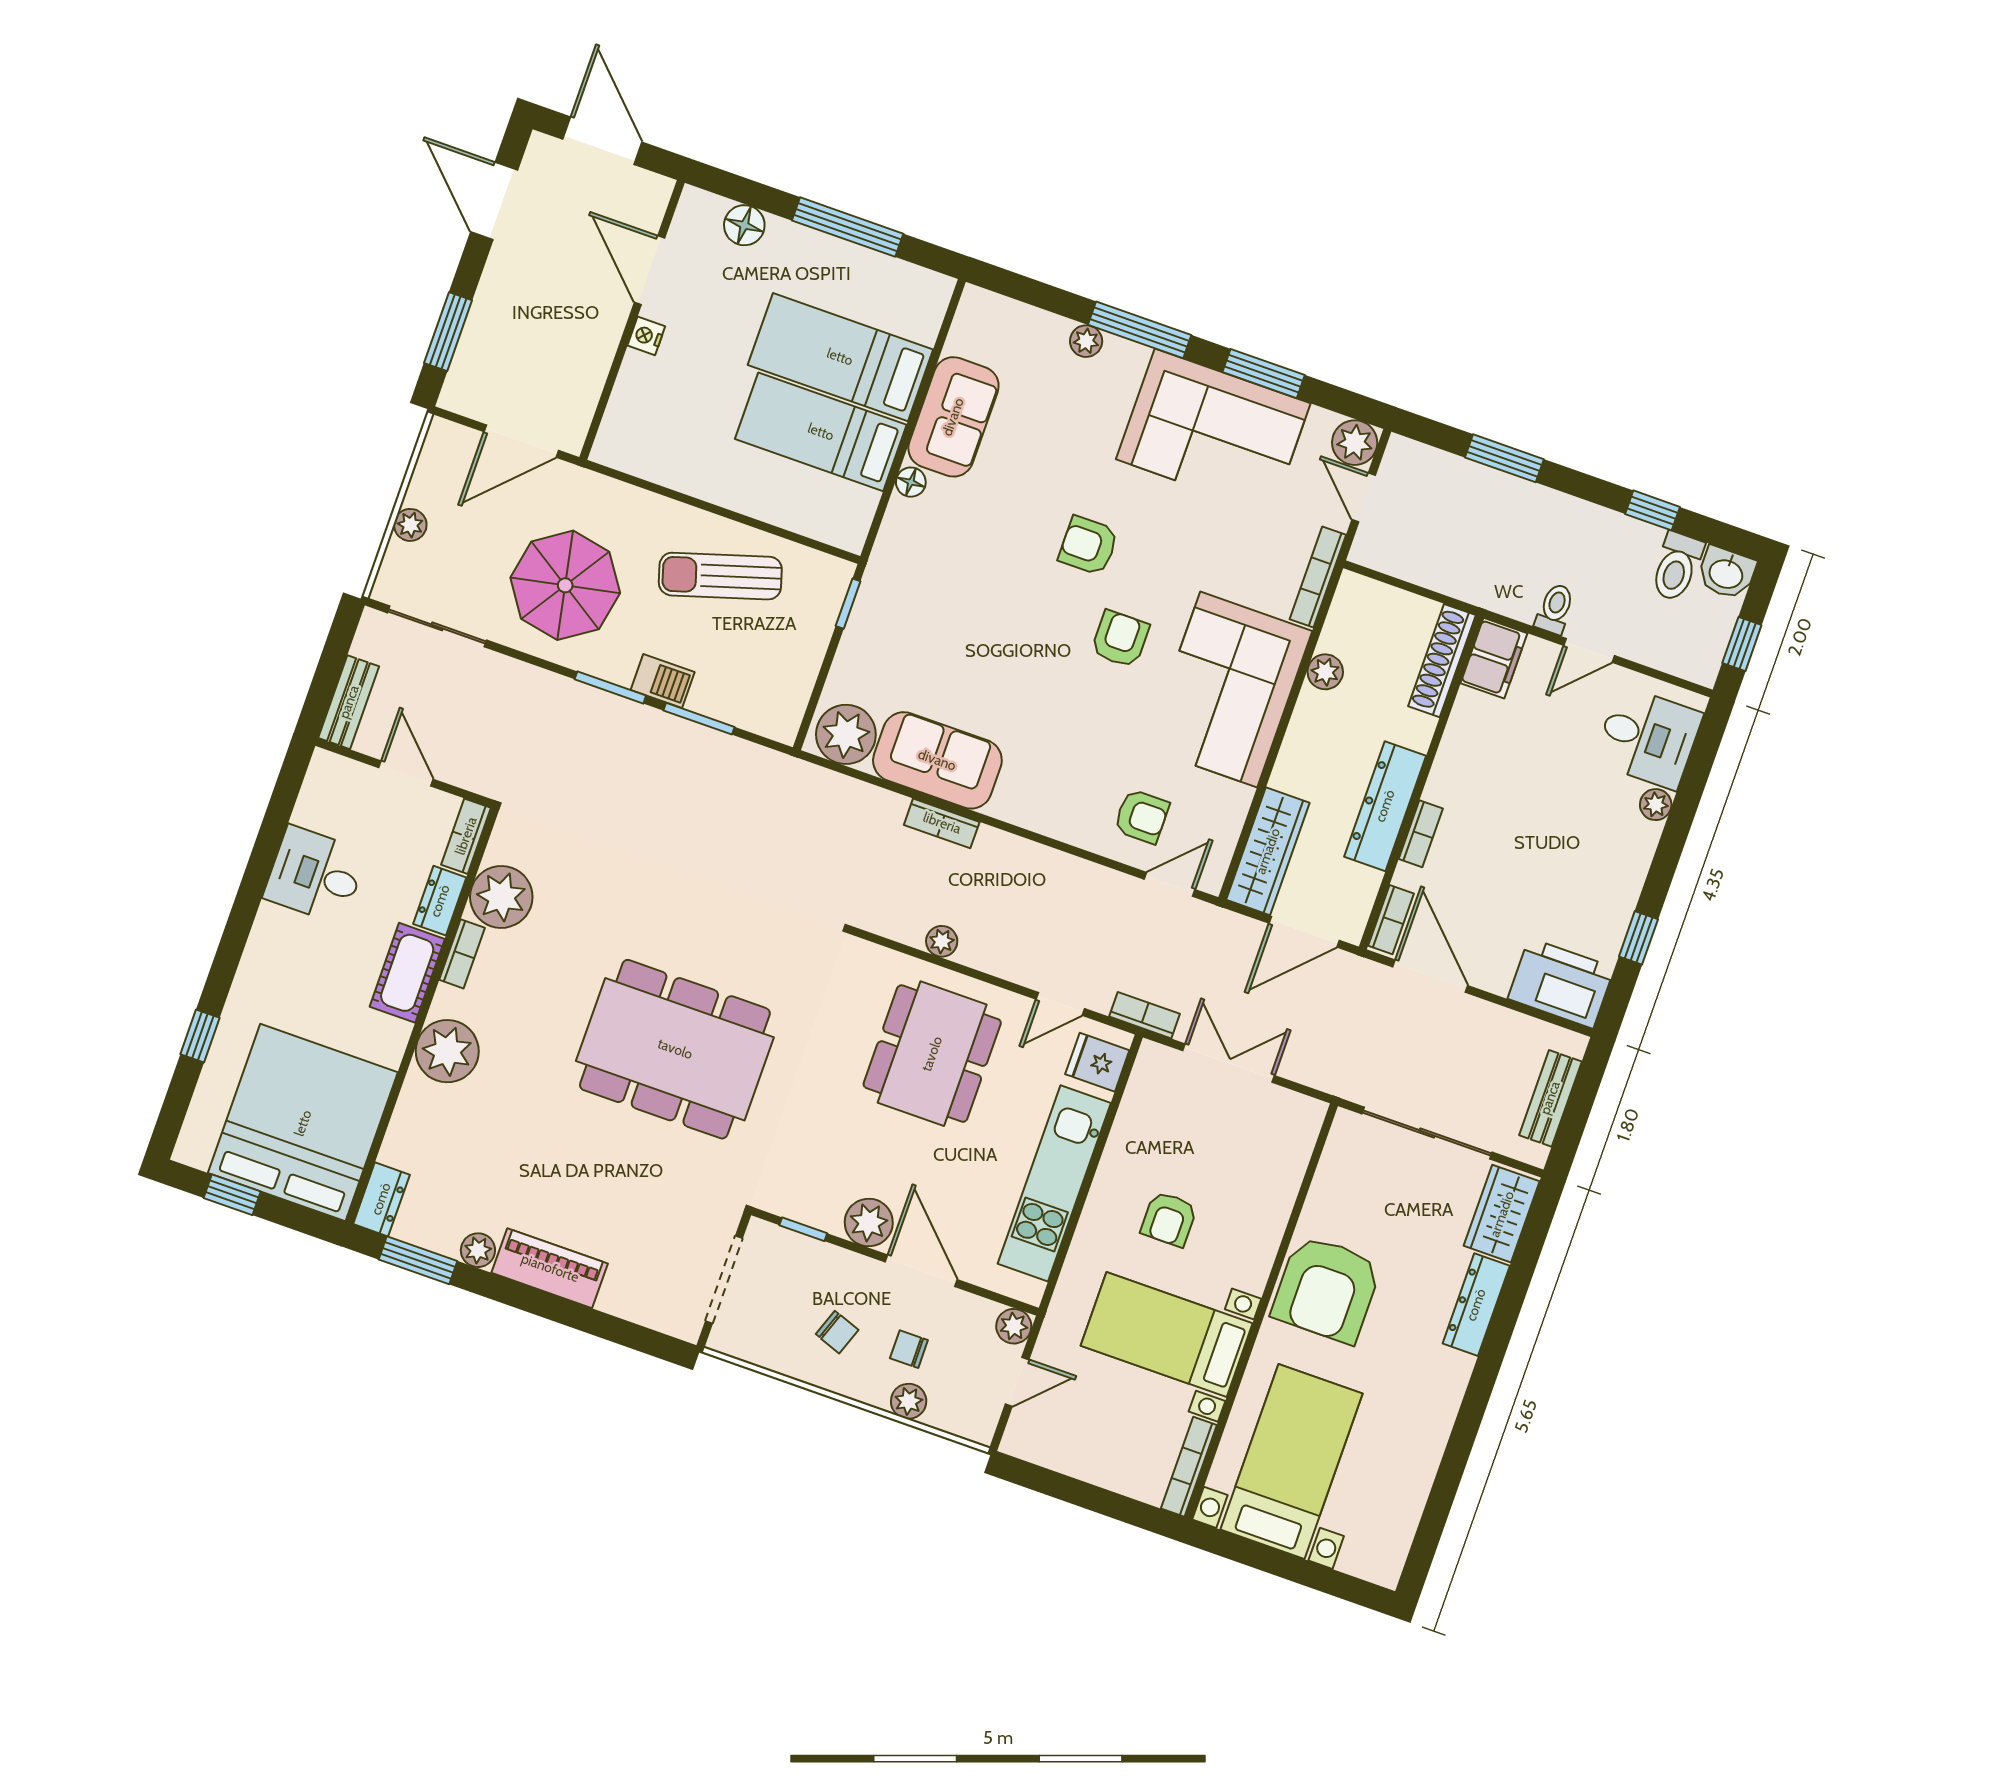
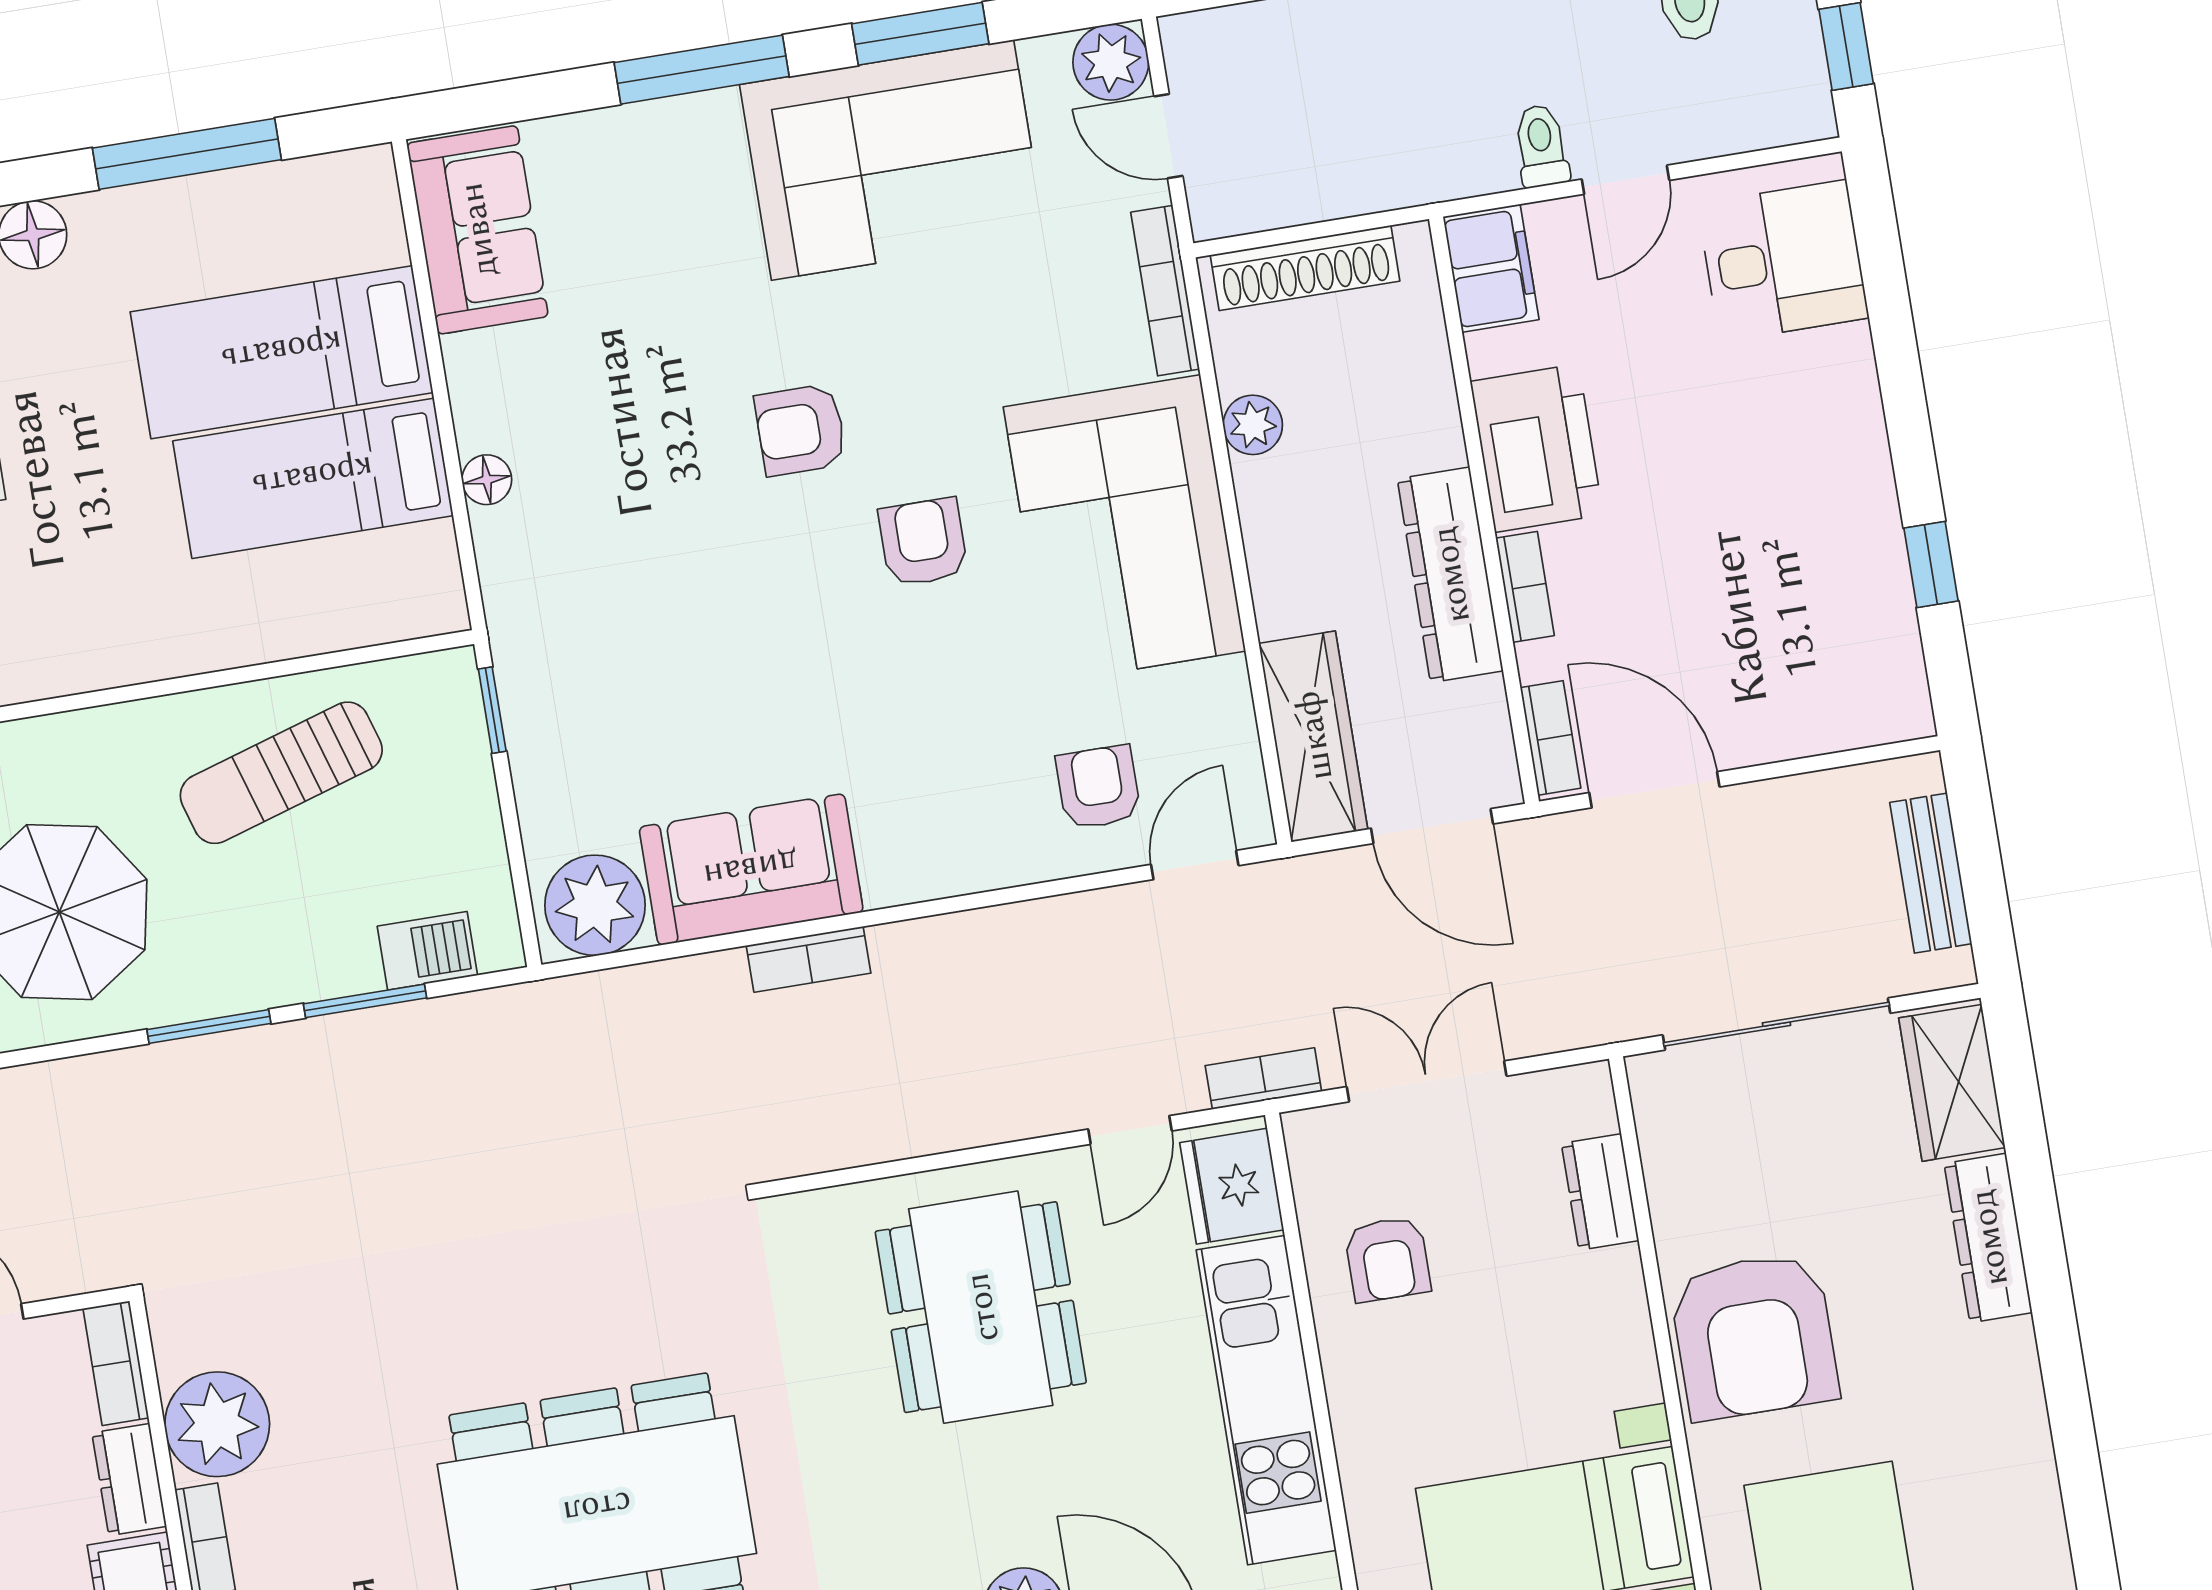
plant: (1086, 341) -> (632, 130), removed
sofa: (953, 417) -> (477, 230), moved
shoe rack: (1442, 661) -> (1305, 268), moved, turned -90
barbecue: (663, 681) -> (427, 951), moved
plant: (1656, 805) -> (1849, 354), removed
armchair: (1142, 816) -> (1098, 787), turned -90
door: (1304, 932) -> (1432, 826), hinge flipped
plant: (942, 941) -> (904, 1133), removed
printer: (1561, 983) -> (1537, 448), moved, turned 90
fridge: (1097, 1062) -> (1232, 1186), width x1.38
dresser: (1287, 1170) -> (1600, 1192), added
armchair: (1169, 1219) -> (1387, 1259), moved

